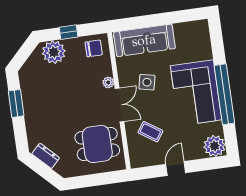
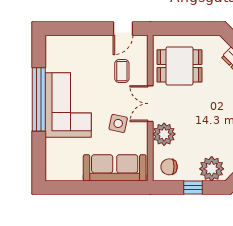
plant: (108, 82) -> (164, 134), width x1.88, depth x1.88
coffee table: (150, 132) -> (122, 71), turned 56
plant: (214, 146) -> (57, 47), removed
door: (176, 169) -> (123, 29), moved

